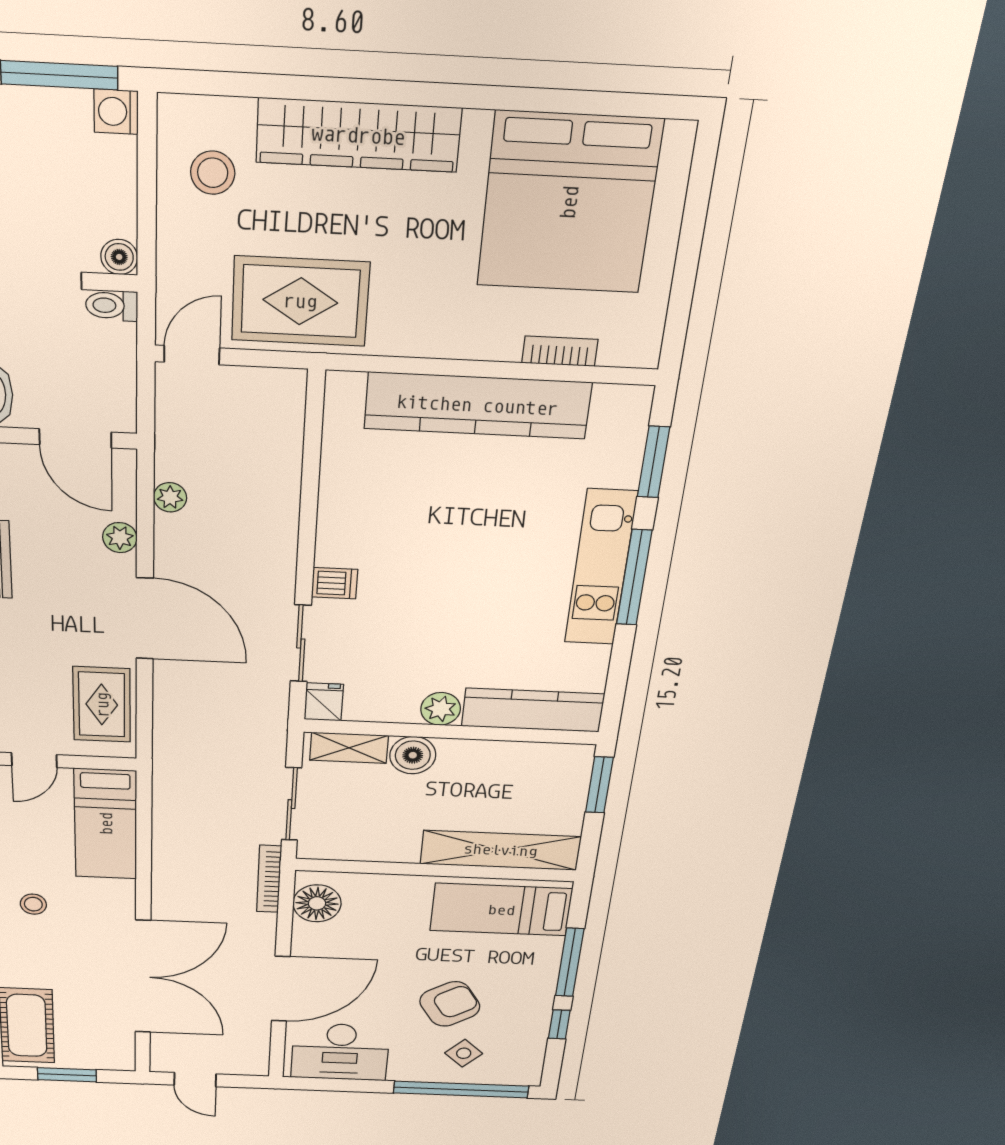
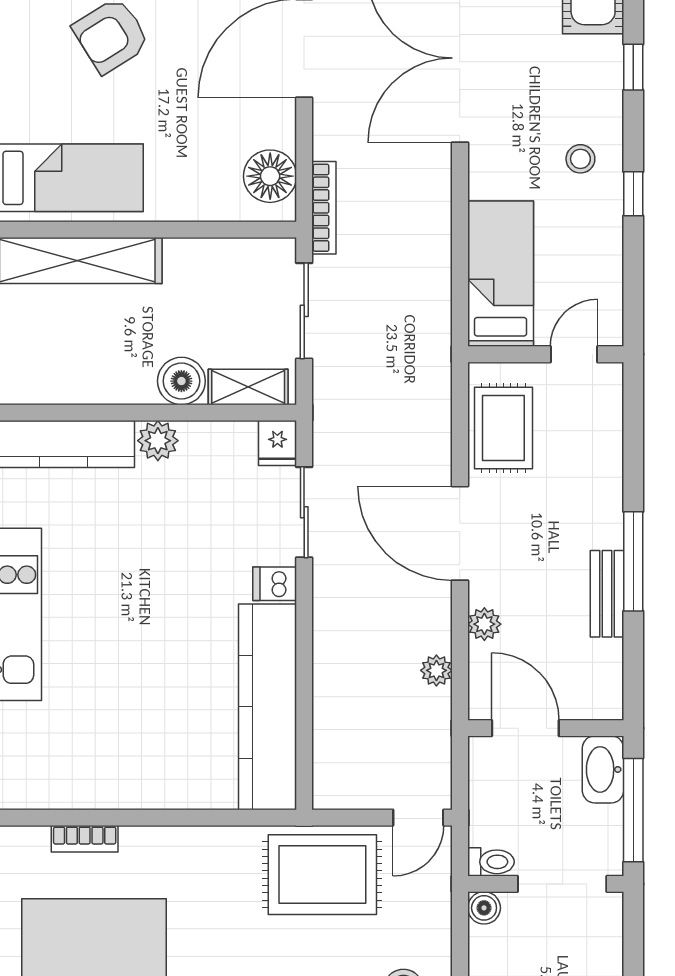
kitchen counter: (477, 405) -> (268, 707), moved, turned -90

